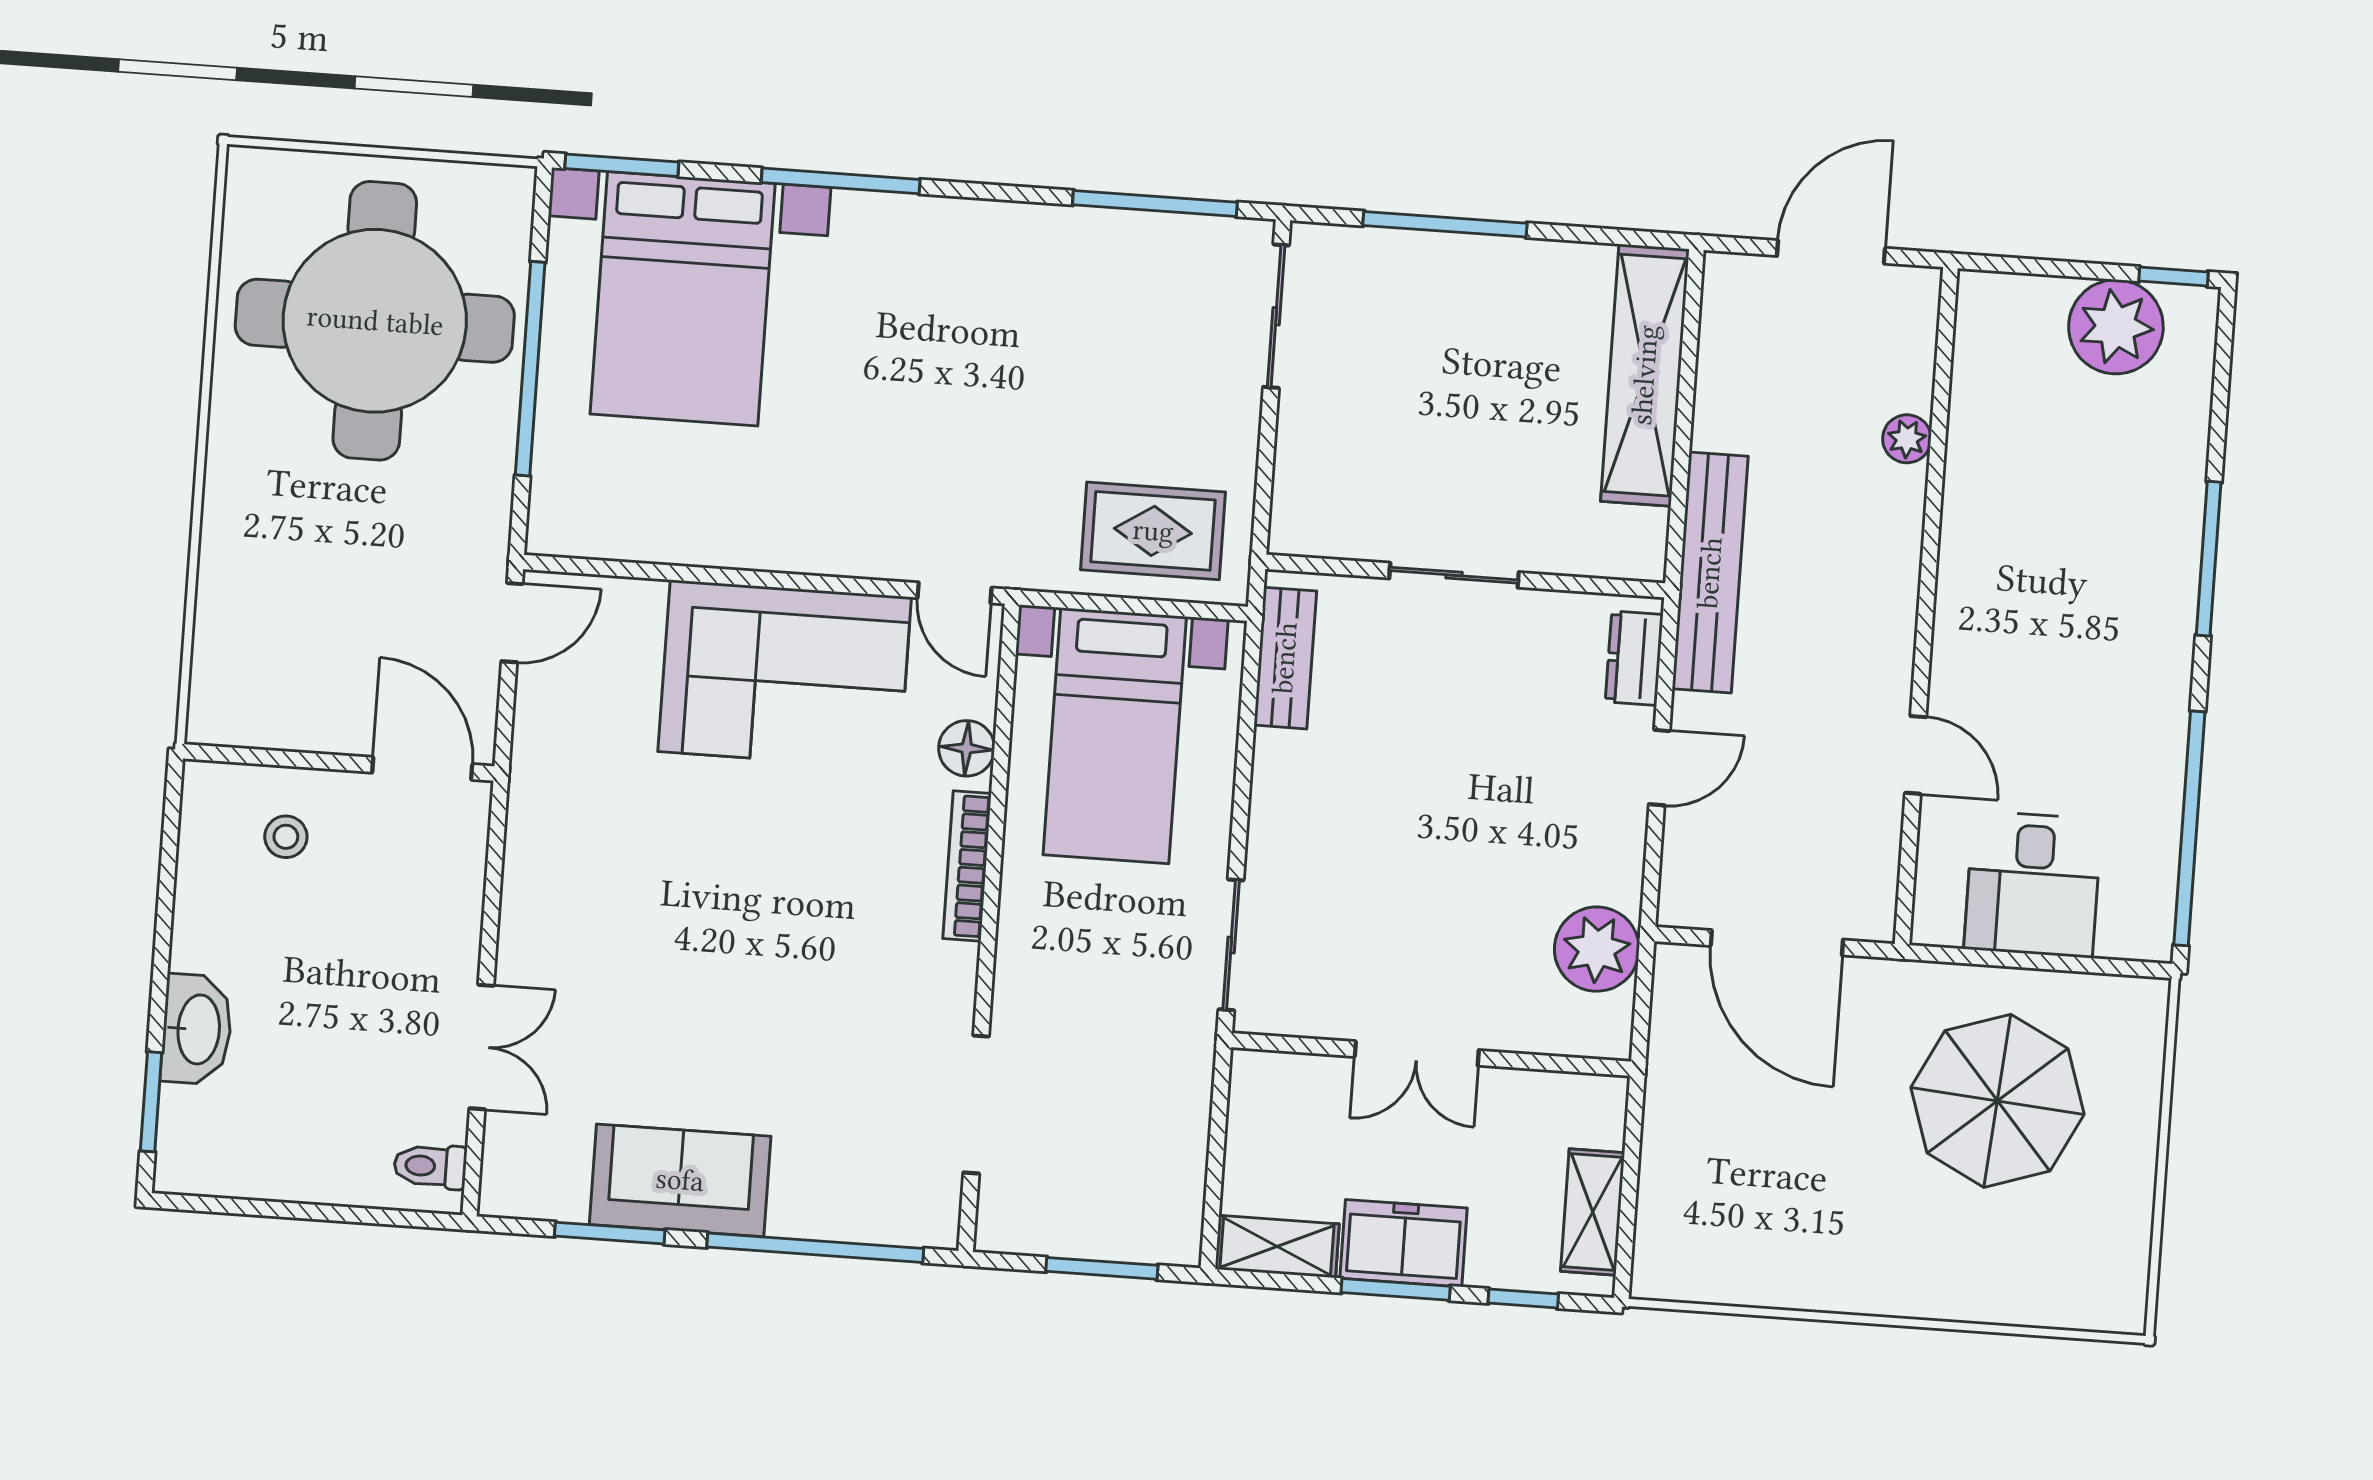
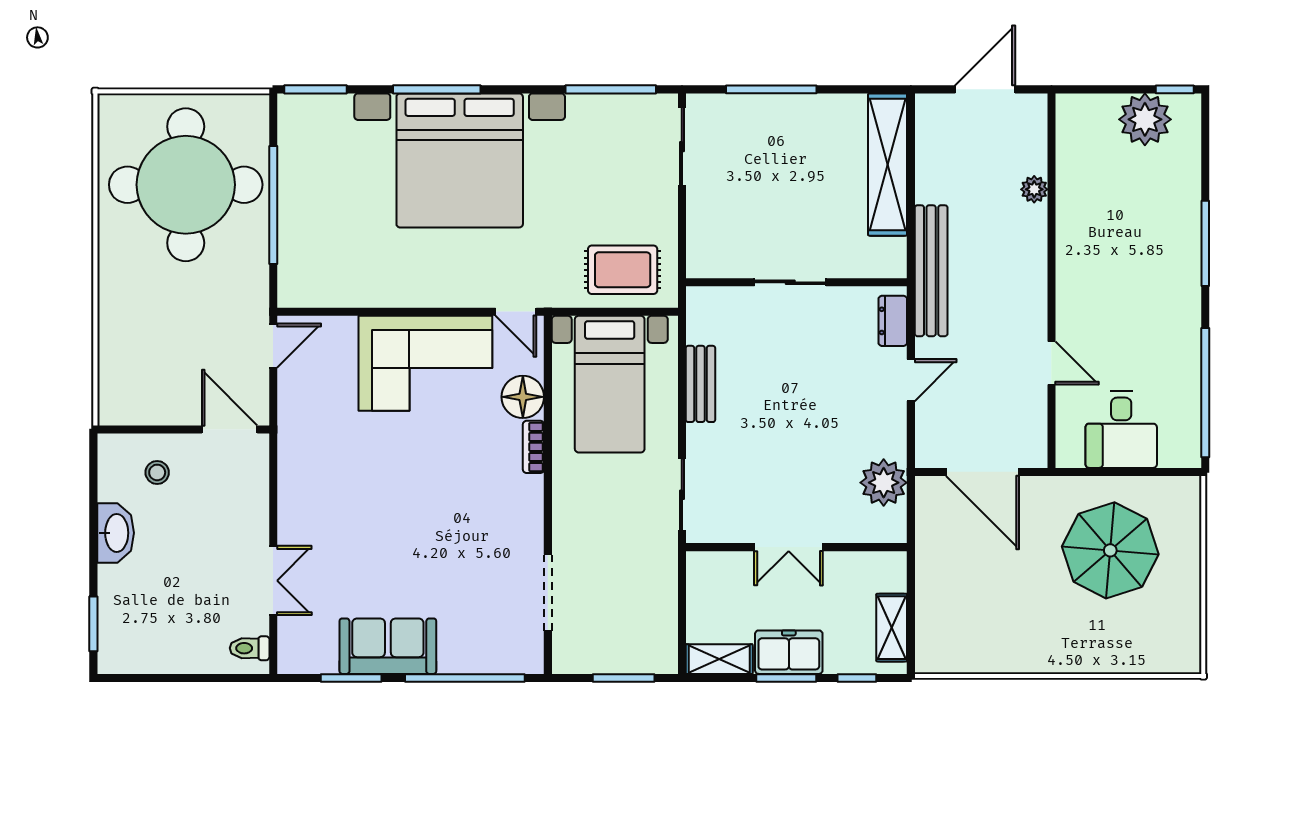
bed with nightstands: (683, 299) -> (460, 160), moved, width x1.36
bench: (1285, 658) -> (700, 384), moved
floor lamp: (967, 748) -> (523, 397), width x1.38, depth x1.38
bookcase: (967, 866) -> (533, 447), width x0.64
washbasin: (197, 1029) -> (116, 533), moved

